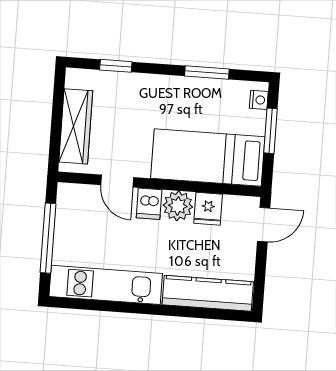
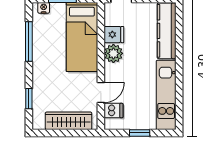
window: (207, 73) -> (29, 41), width x1.44
dishwasher: (149, 204) -> (114, 111), moved
window: (48, 238) -> (140, 133), width x0.46

